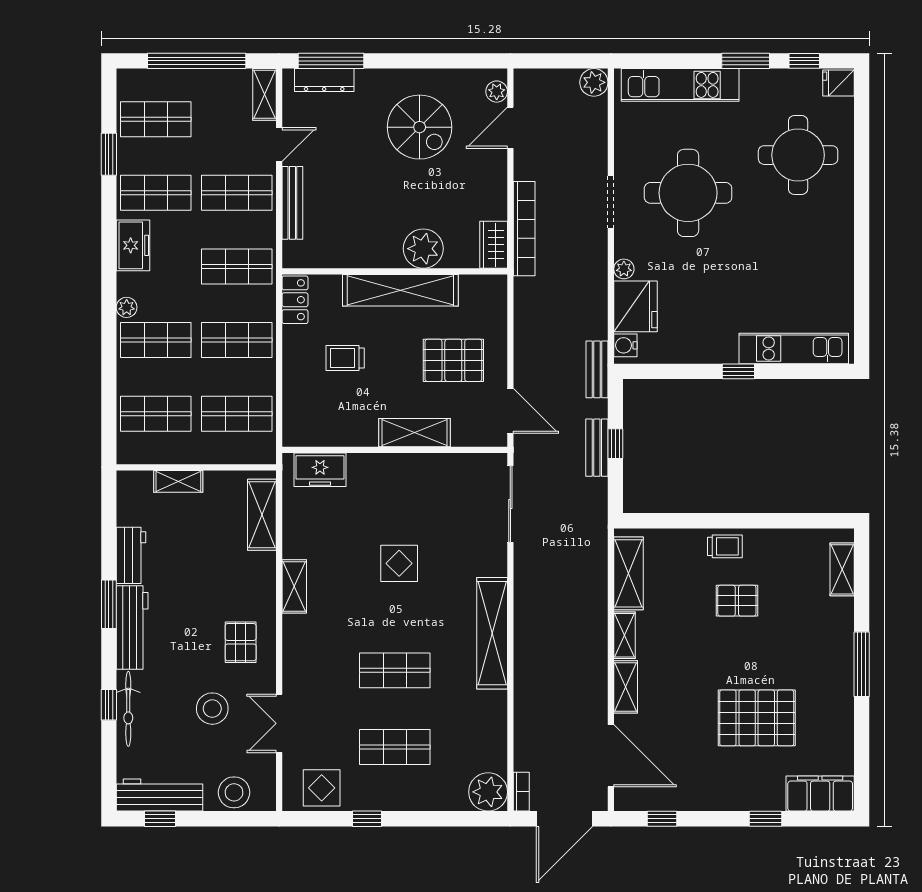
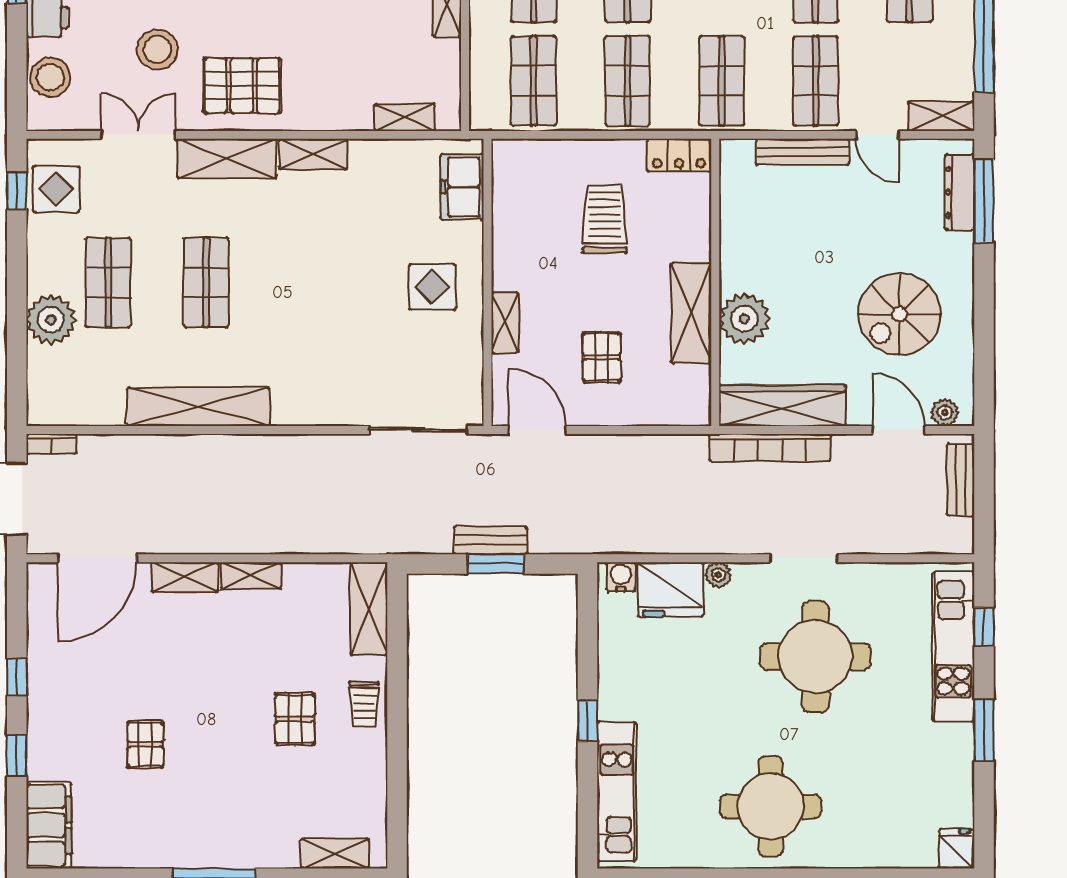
window: (804, 61) -> (984, 627), moved
plant: (594, 82) -> (956, 537), removed
round table: (798, 155) -> (771, 806), moved
wardrobe: (494, 245) -> (782, 406), width x2.10, depth x1.17
shelving: (400, 290) -> (691, 313), width x0.68
trolley: (345, 358) -> (605, 219), width x1.36, depth x1.39
pallet: (453, 360) -> (602, 357), width x0.67, depth x0.71
bench: (597, 369) -> (960, 480), moved, turned 90
door: (510, 411) -> (537, 430), swing flipped
shelving: (414, 433) -> (505, 323), width x0.67, depth x0.75
window: (615, 444) -> (496, 564), width x1.50
shelving: (262, 515) -> (405, 117), width x0.67, depth x0.75
display table: (399, 563) -> (432, 287), moved
shelving: (628, 573) -> (369, 609), moved, turned 90
shelving: (492, 633) -> (198, 407), moved
pallet: (241, 642) -> (242, 86), width x1.50, depth x1.42
shelving: (298, 654) -> (227, 159), added
pallet: (757, 718) -> (145, 744), width x0.49, depth x0.50
plant: (488, 792) -> (51, 320), moved
window: (367, 819) -> (17, 191), moved
window: (662, 819) -> (17, 677), moved

